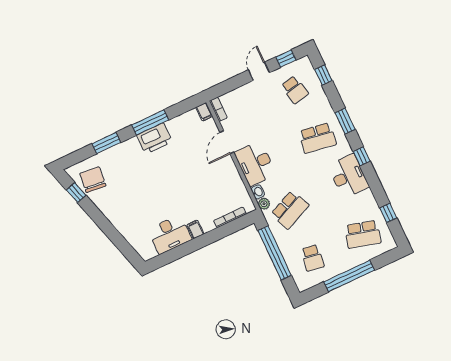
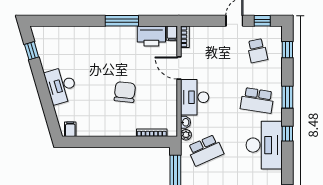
printer: (154, 138) -> (151, 36), moved
door: (227, 142) -> (179, 68), hinge flipped
window: (106, 143) -> (77, 21), removed
desk: (348, 176) -> (264, 145), width x1.36, depth x1.30
chair: (93, 180) -> (125, 92), moved
filing cabinet: (195, 229) -> (70, 129), moved
desk: (170, 234) -> (61, 85), moved, turned 74

